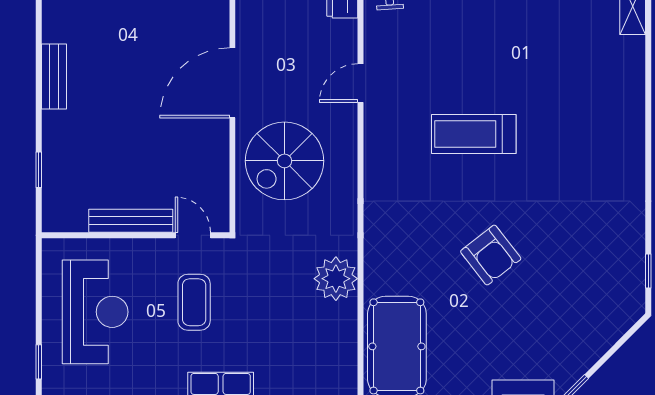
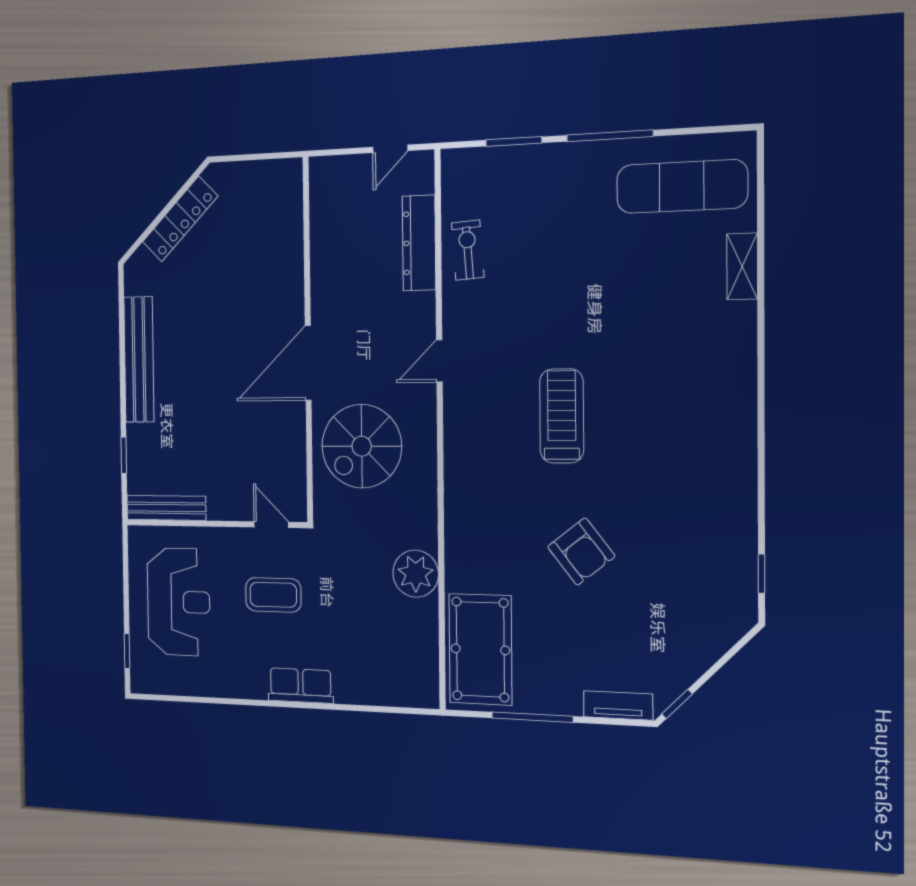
bench: (54, 77) -> (139, 359), width x1.86, depth x1.21
treadmill: (474, 134) -> (562, 416), turned 90
bench: (131, 221) -> (166, 508), moved
coffee table: (194, 302) -> (273, 595), turned 90

